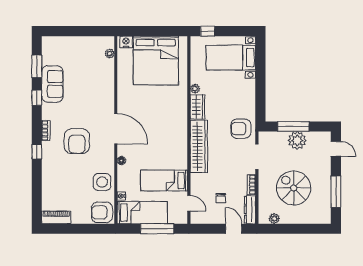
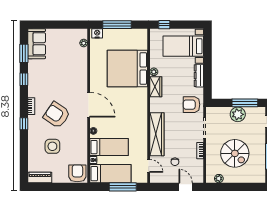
window: (150, 31) -> (117, 25), added
bed: (156, 61) -> (127, 69), moved, turned 90
sofa: (52, 84) -> (37, 44), moved
window: (293, 126) -> (245, 103), moved
armchair: (77, 141) -> (57, 115), turned 124
wardrobe: (199, 147) -> (157, 134), moved
bed: (164, 181) -> (109, 147), moved, turned 180
side table: (102, 182) -> (52, 146), moved
spiral stairs: (294, 188) -> (235, 153), turned 180
dresser: (250, 210) -> (199, 76), moved
armchair: (102, 212) -> (77, 173), turned 90

